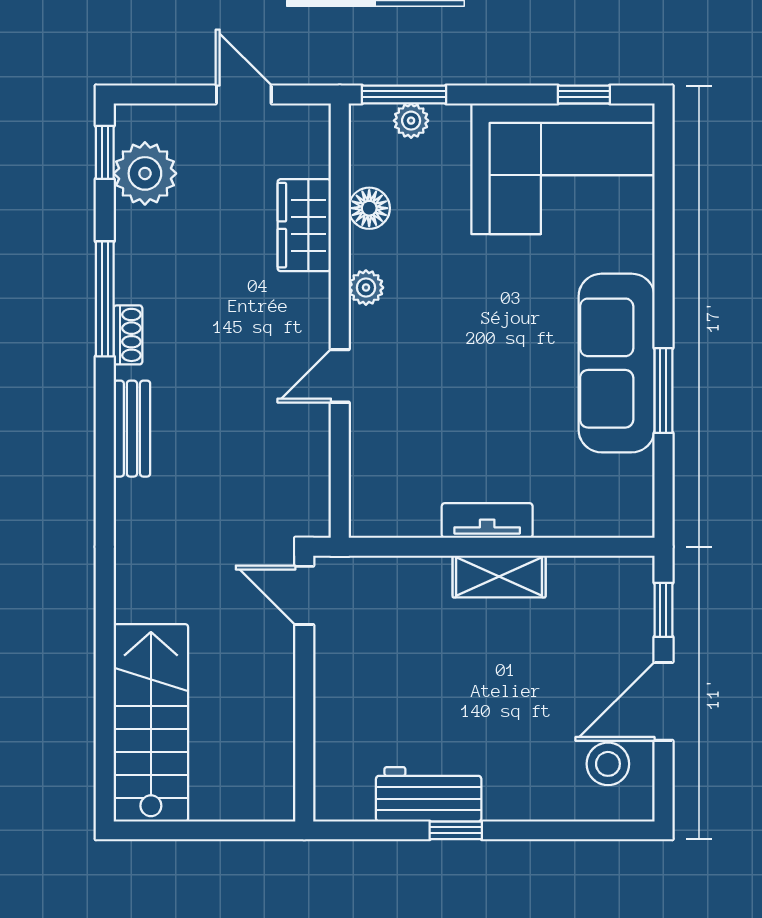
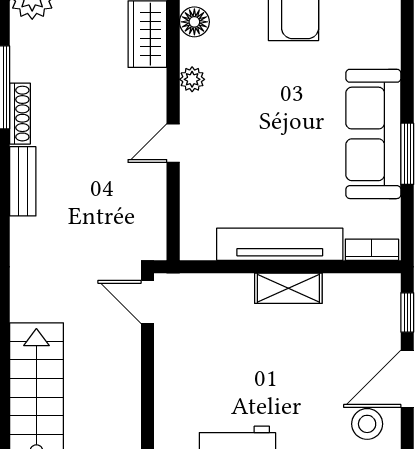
shoe rack: (128, 335) -> (20, 114), width x1.43
tv unit: (487, 520) -> (280, 244), width x1.92, depth x1.29
bookcase: (615, 523) -> (372, 250), added

